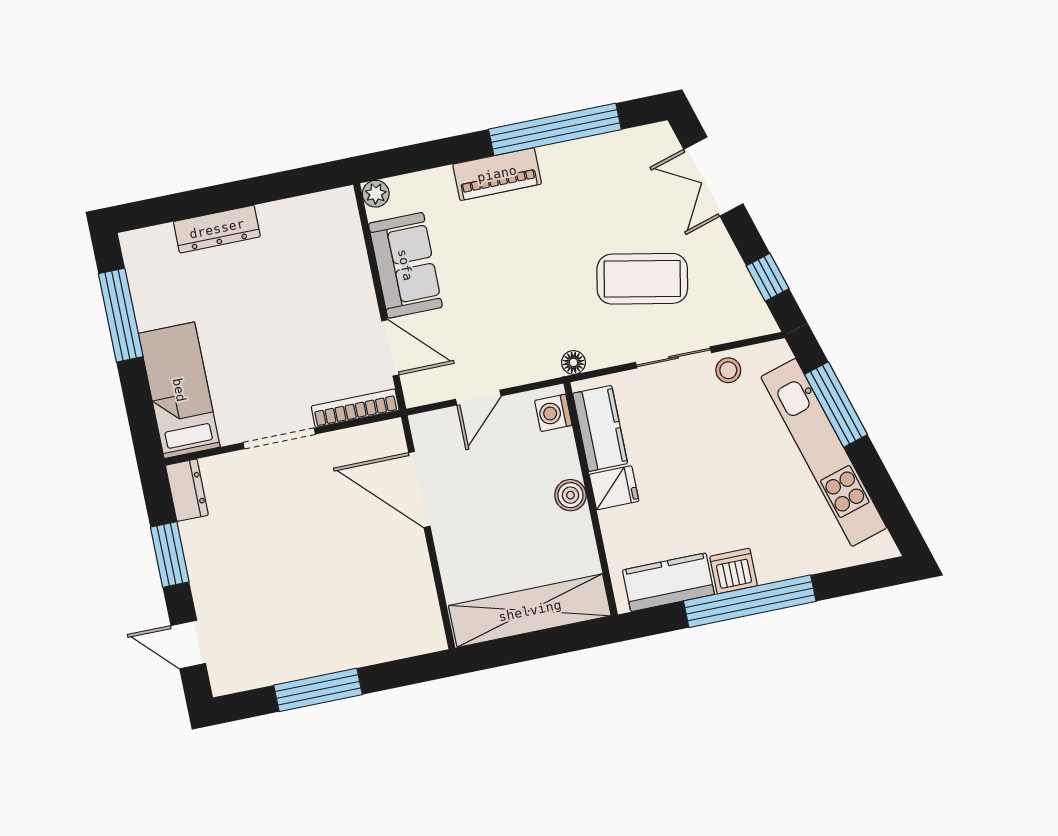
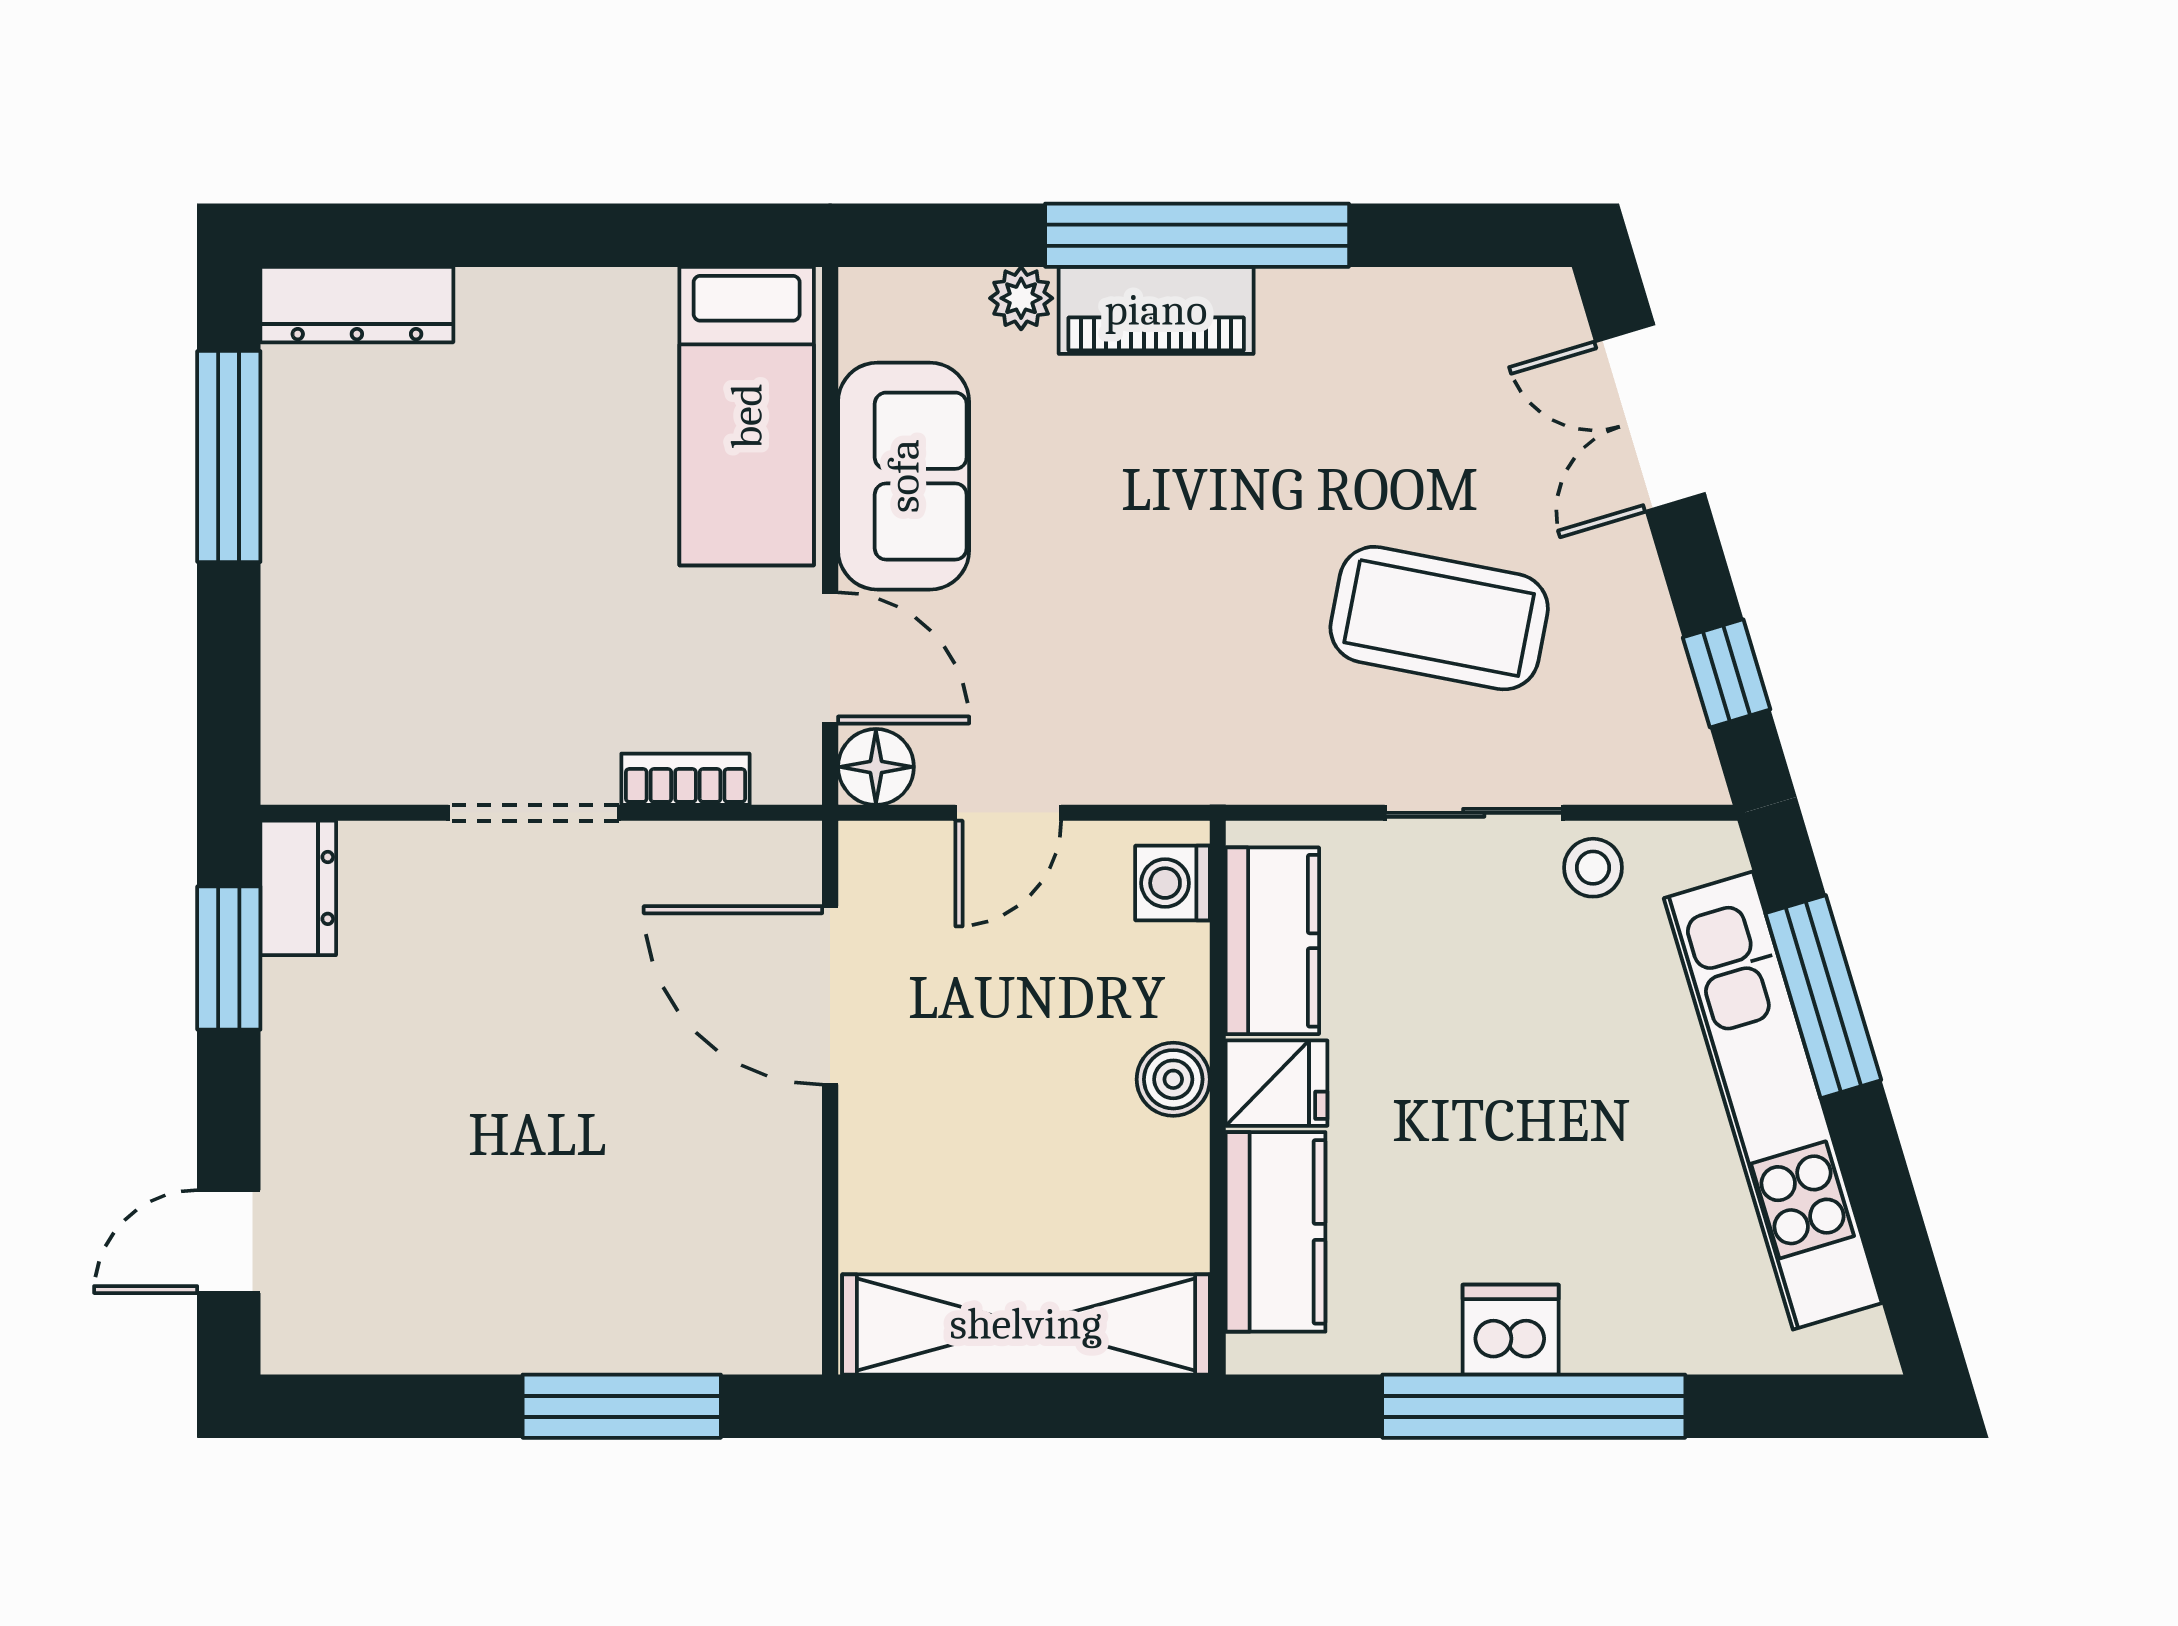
window: (555, 129) -> (1197, 235), moved
plant: (376, 194) -> (1021, 298), moved
dresser: (217, 229) -> (357, 305), moved
floor lamp: (573, 362) -> (876, 767), moved, width x1.37, depth x1.37
bed: (179, 390) -> (747, 416), moved, turned 180
bookcase: (355, 408) -> (685, 779), width x0.64
window: (170, 555) -> (229, 958), moved
kitchen counter: (668, 582) -> (1276, 1232), moved, turned 90
door: (188, 645) -> (229, 1242), hinge flipped
window: (318, 690) -> (622, 1406), moved

